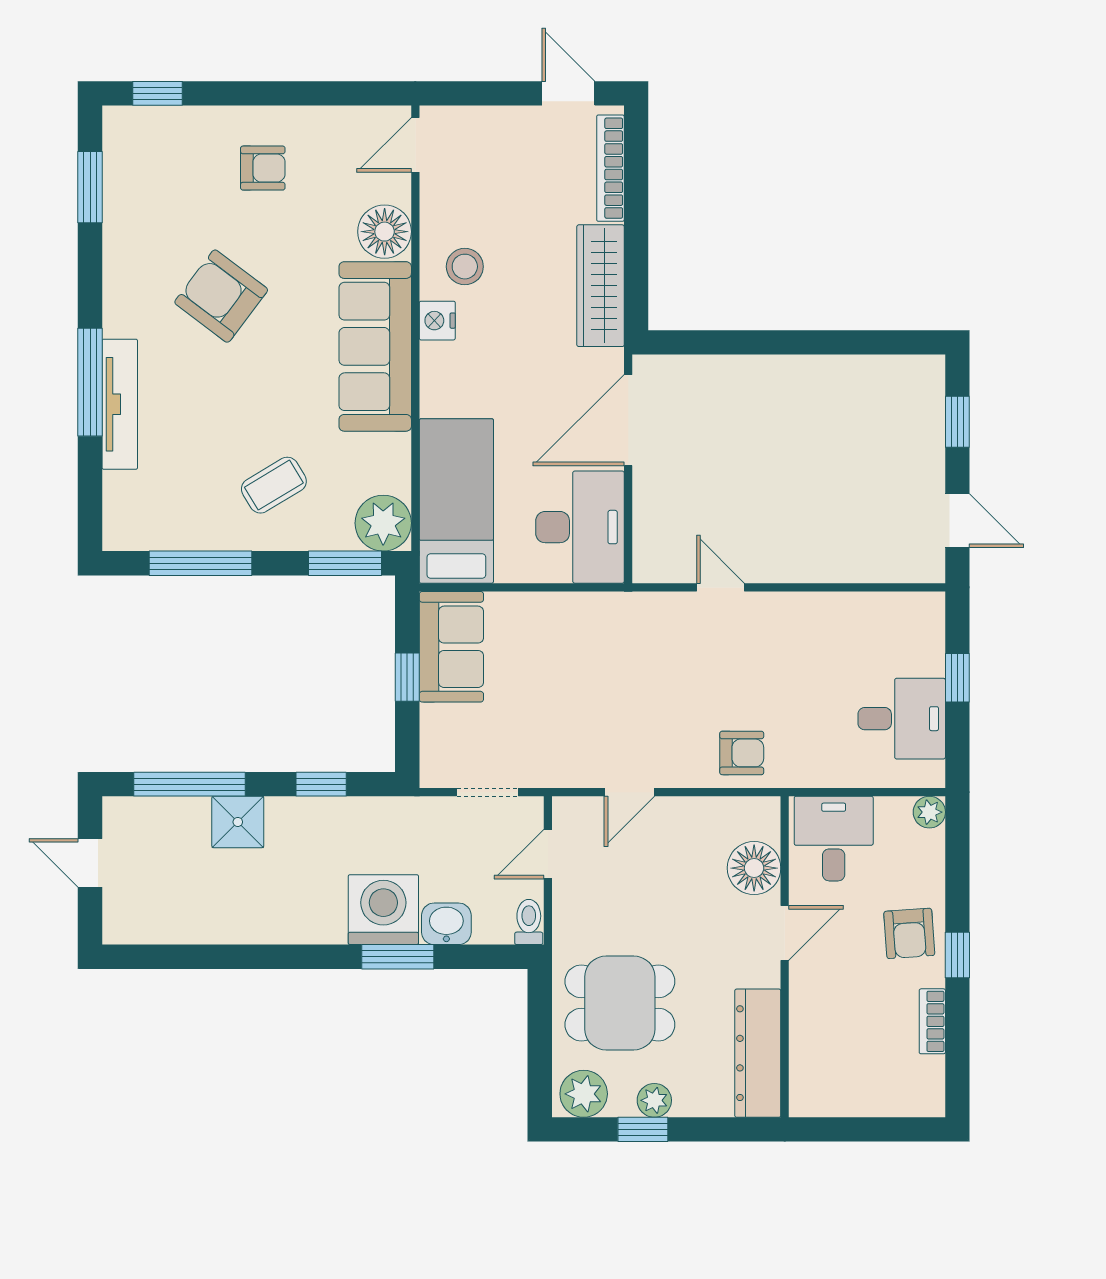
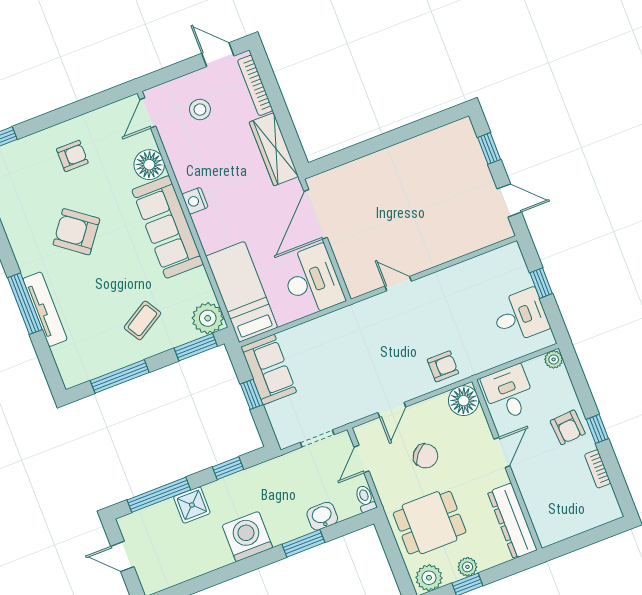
stool: (465, 267) -> (200, 110), moved
floor lamp: (754, 868) -> (464, 401), moved
chair: (656, 890) -> (425, 456), added
washing machine: (383, 910) -> (247, 537), moved

